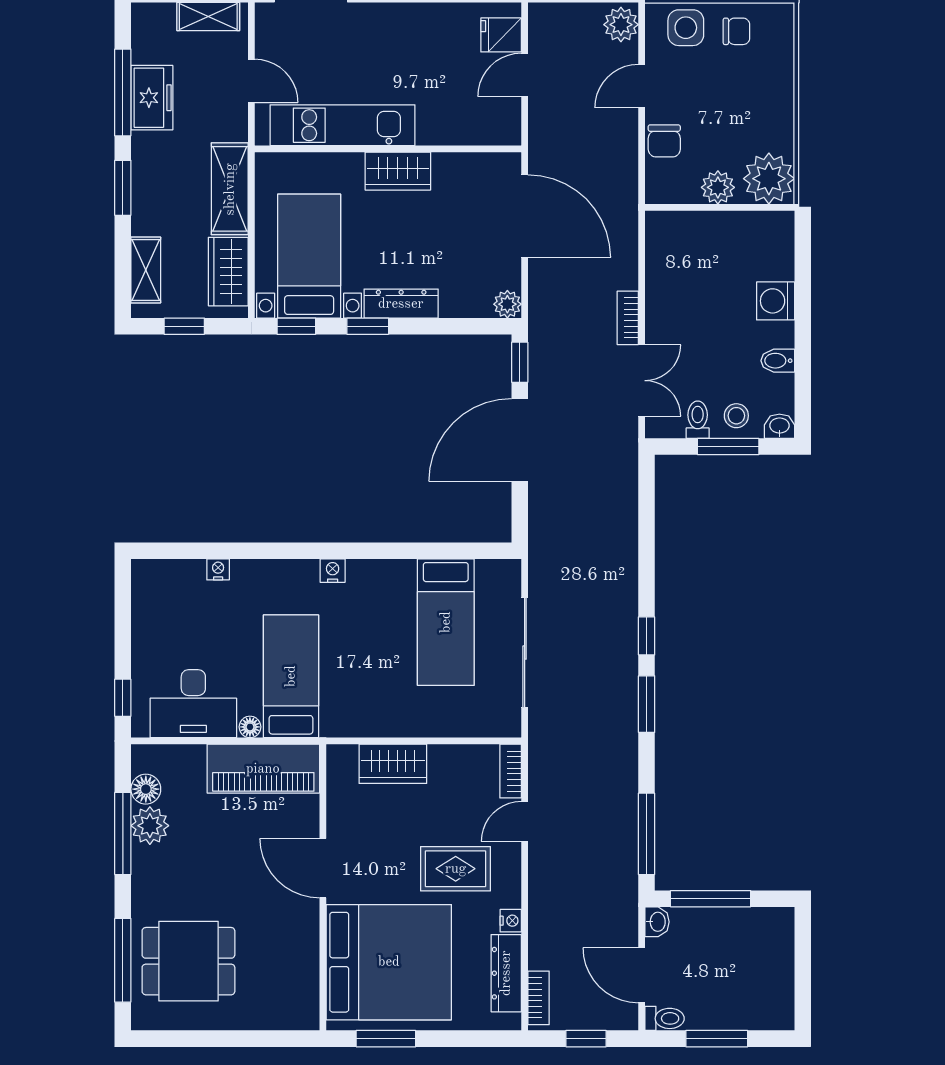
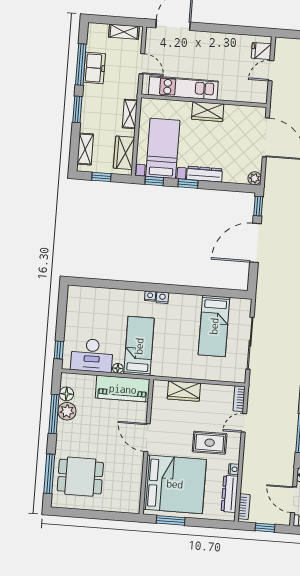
shelving: (230, 189) -> (130, 114), width x0.67, depth x0.75
nightstand: (218, 569) -> (150, 296), moved

